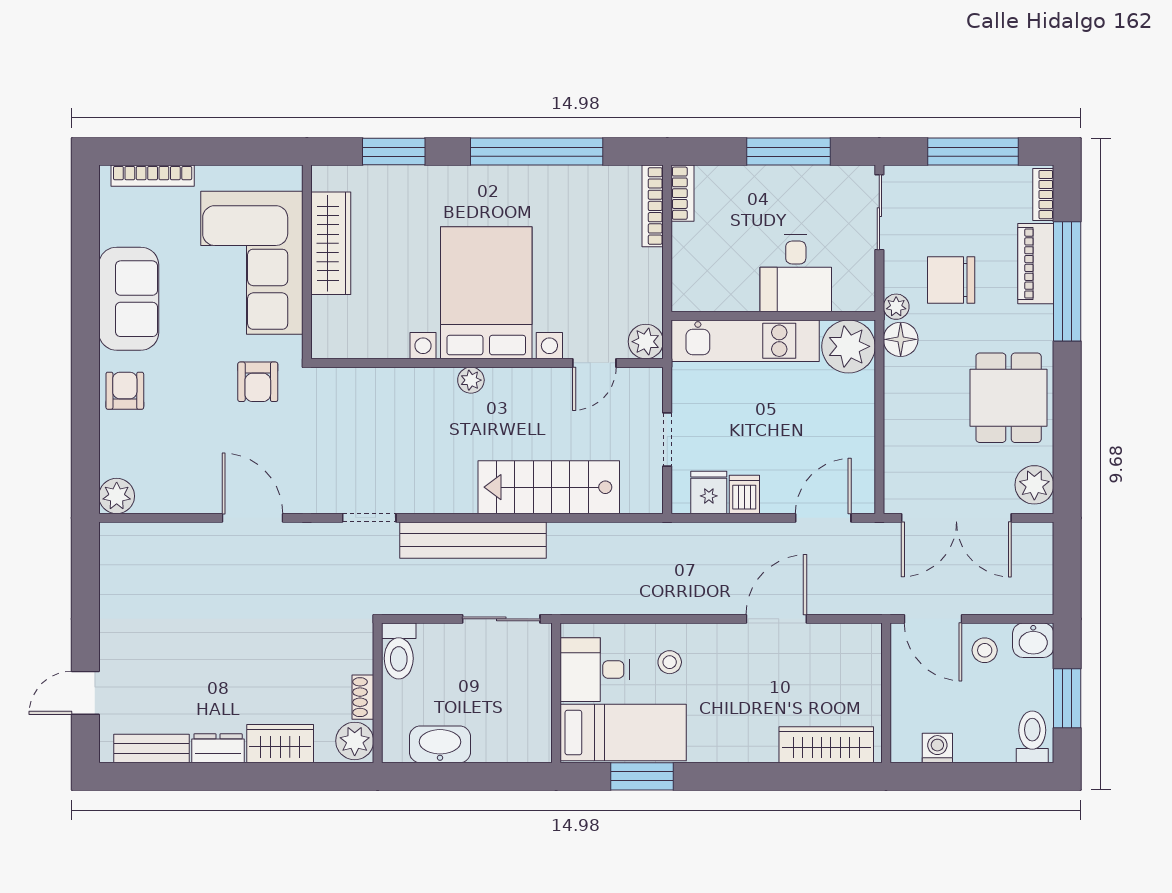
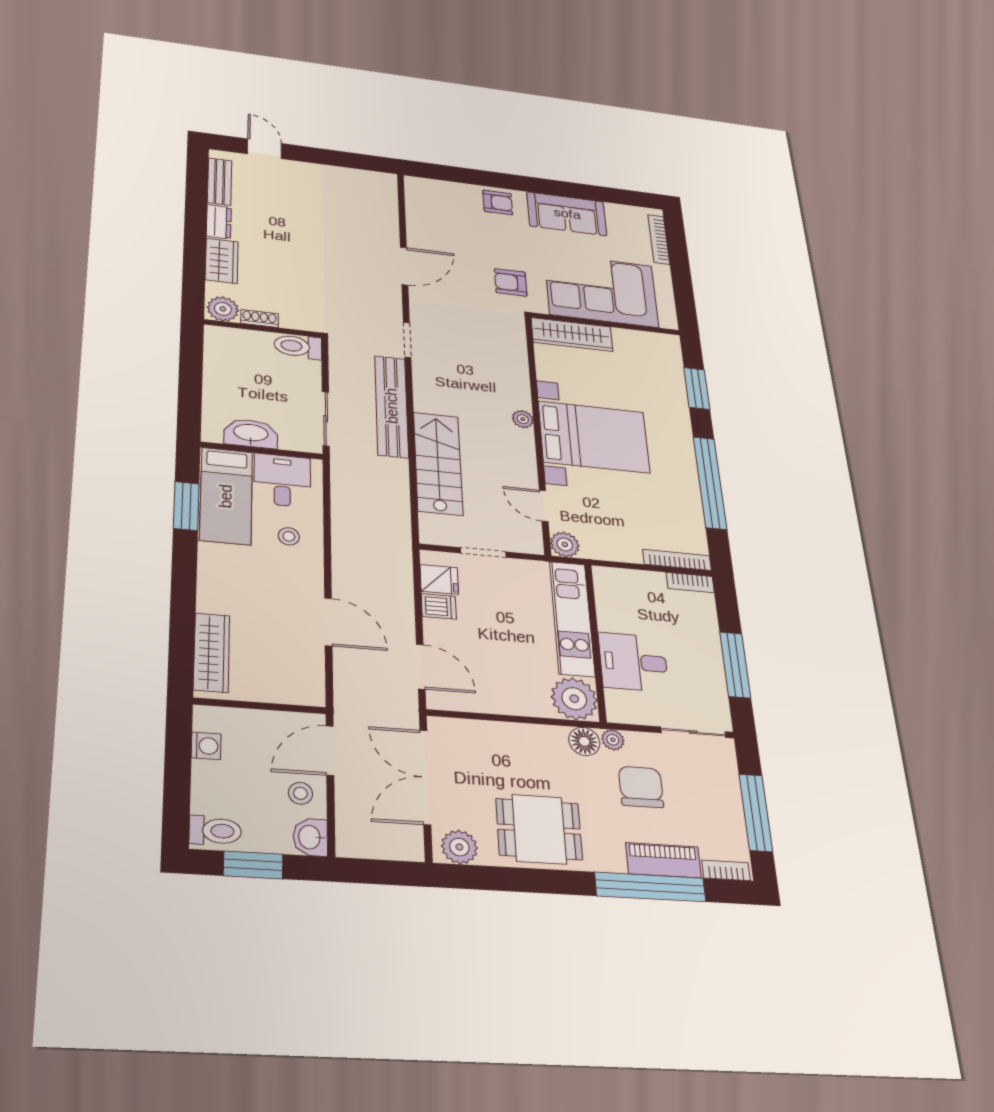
wardrobe: (331, 243) -> (572, 335), moved
plant: (117, 496) -> (418, 187), removed
washbasin: (440, 744) -> (251, 433), moved, turned -90

